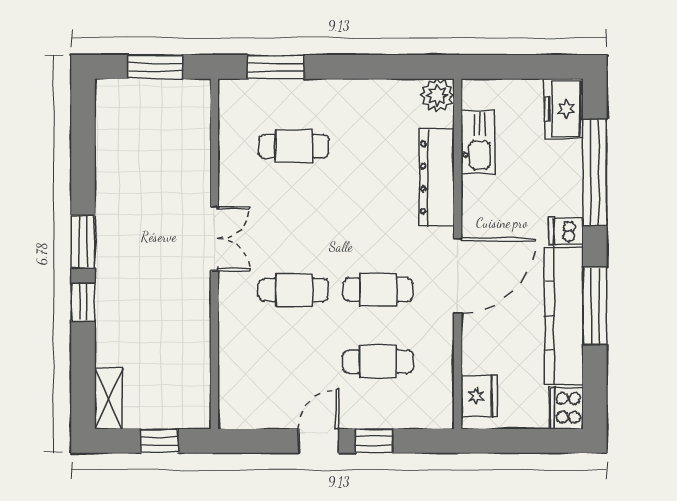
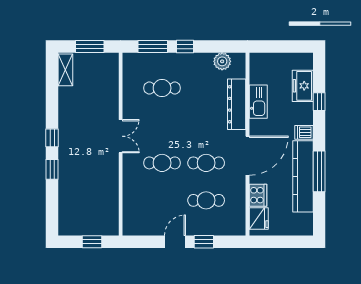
window: (338, 67) -> (185, 47), added
plant: (437, 95) -> (222, 61), moved
freezer: (563, 109) -> (303, 86), moved
kitchen sink: (478, 142) -> (258, 102), moved
window: (595, 172) -> (319, 102), width x0.32
window: (83, 242) -> (52, 138), width x0.67
shelving: (109, 399) -> (65, 70), moved
cooker: (567, 408) -> (258, 195), moved, turned 180

